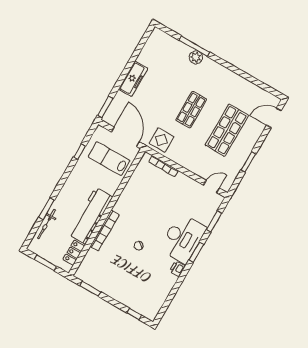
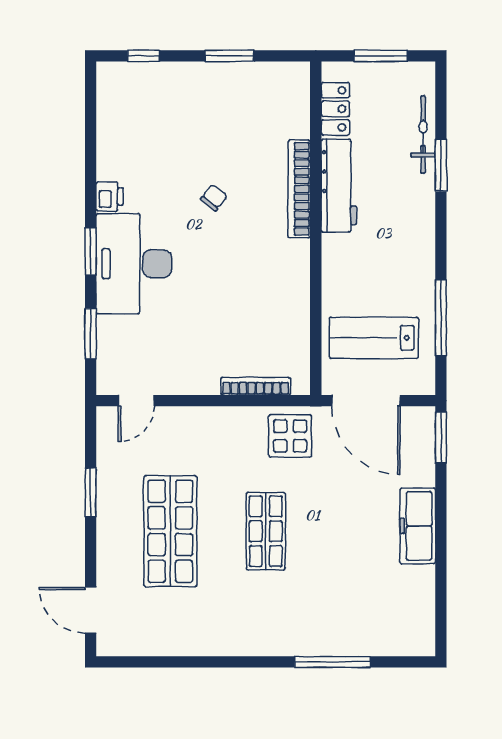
plant: (196, 57) -> (317, 641), removed
door: (274, 118) -> (91, 610), swing flipped
window: (79, 152) -> (441, 318), width x2.17
lab bench: (109, 159) -> (374, 338), turned 180
workbench: (91, 216) -> (339, 186), width x0.73, depth x0.76
window: (90, 289) -> (230, 56), moved

